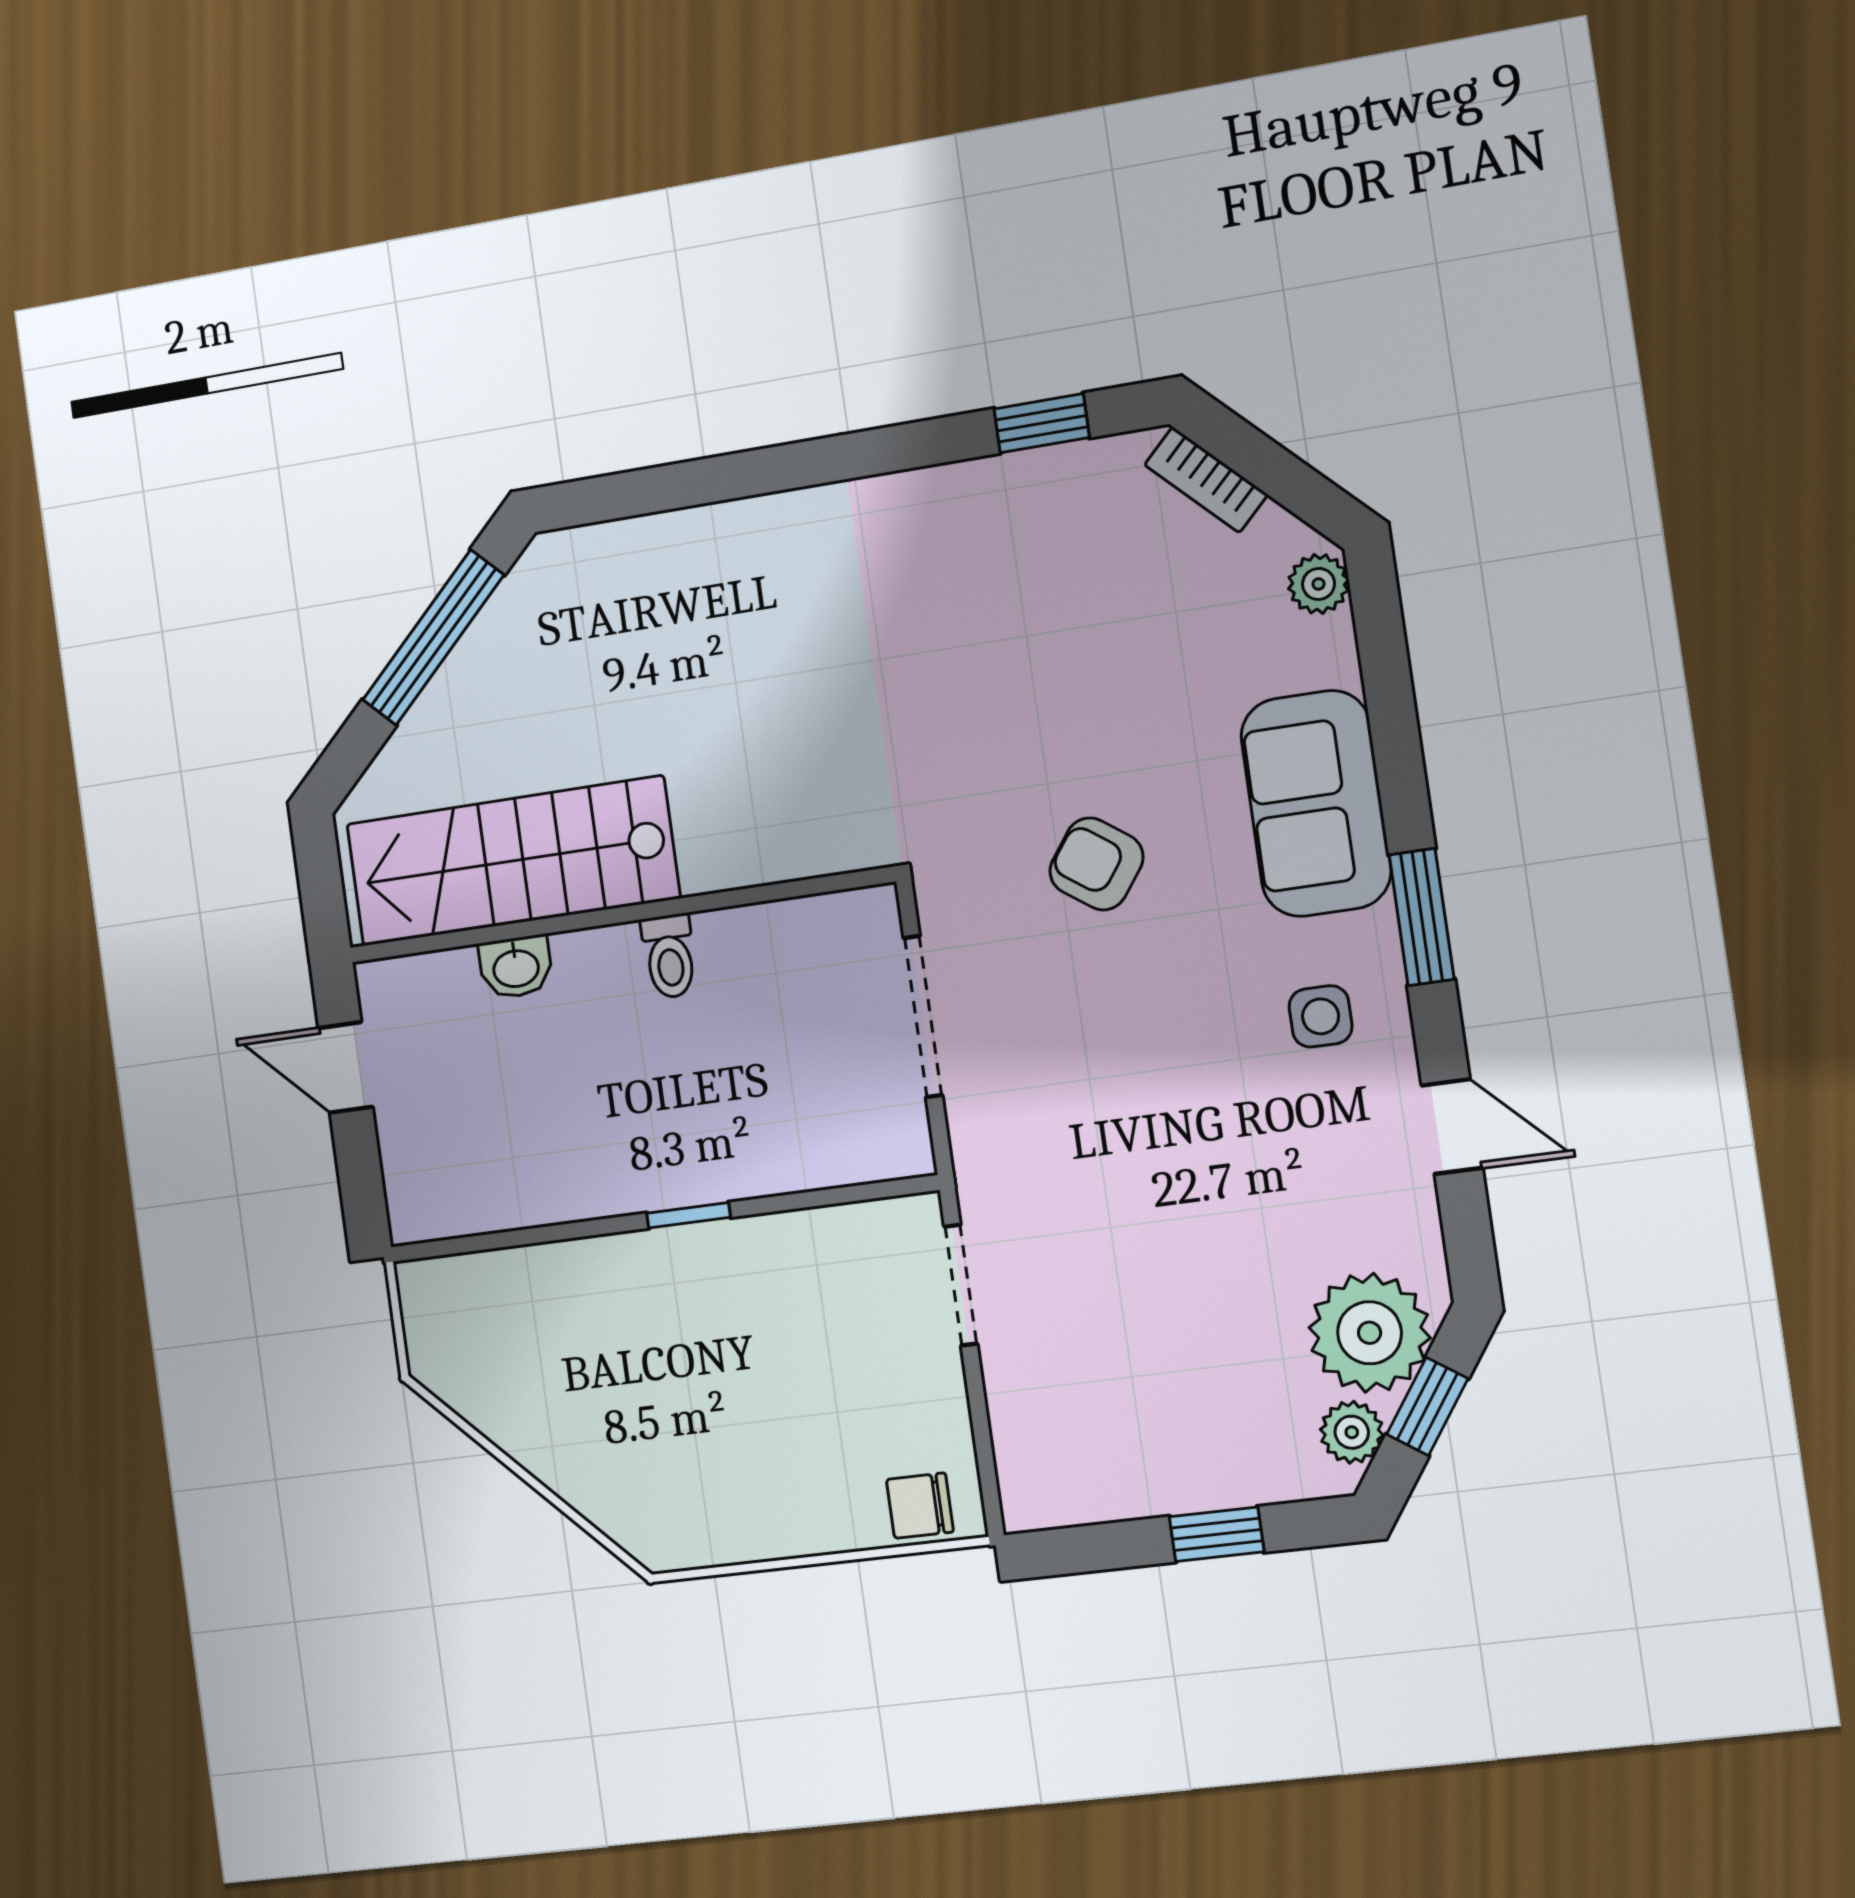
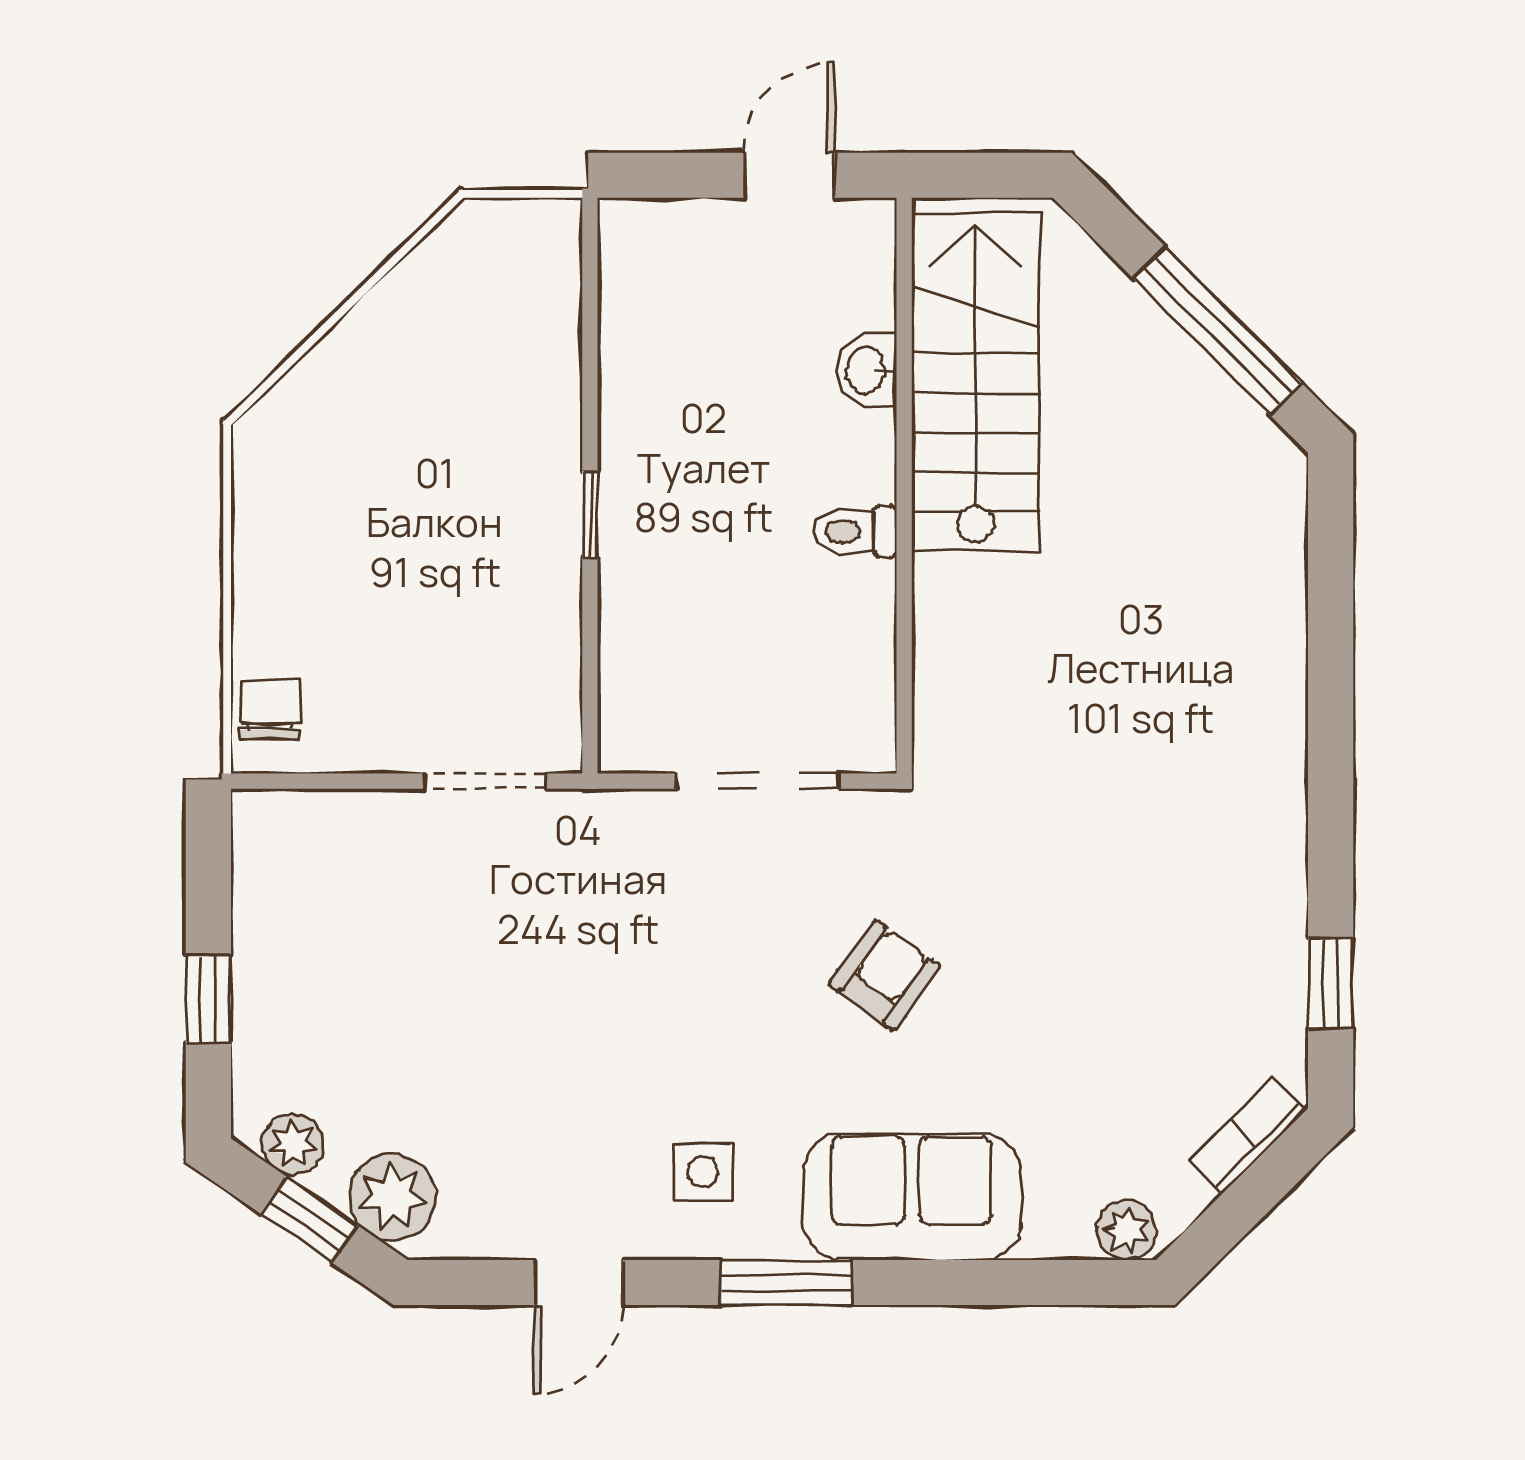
plant: (1370, 1333) -> (392, 1197), width x0.73, depth x0.73

